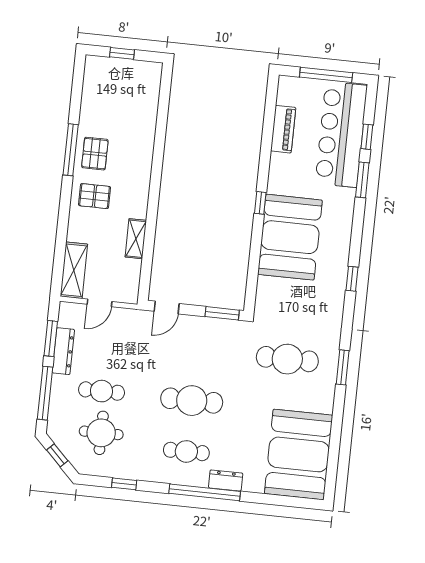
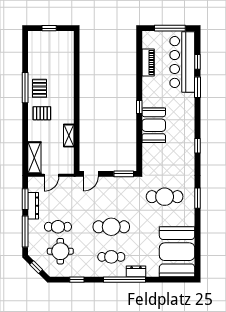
booth: (290, 237) -> (154, 125), width x0.73, depth x0.70

